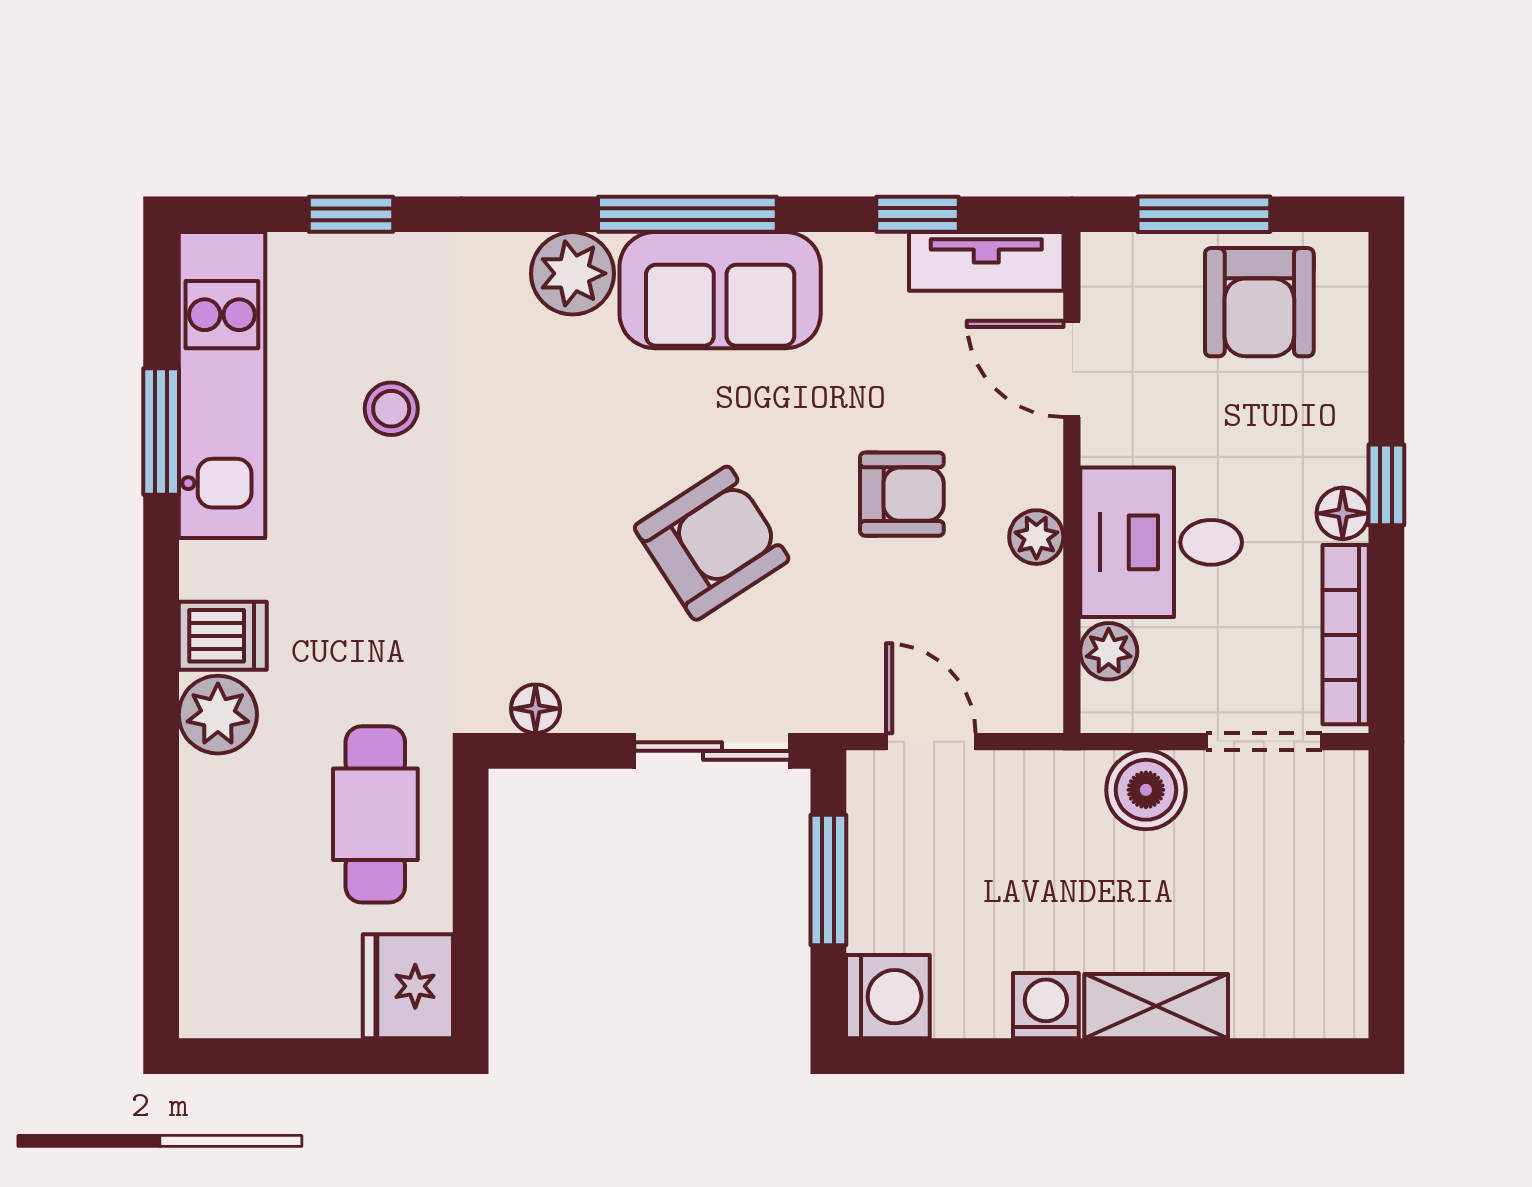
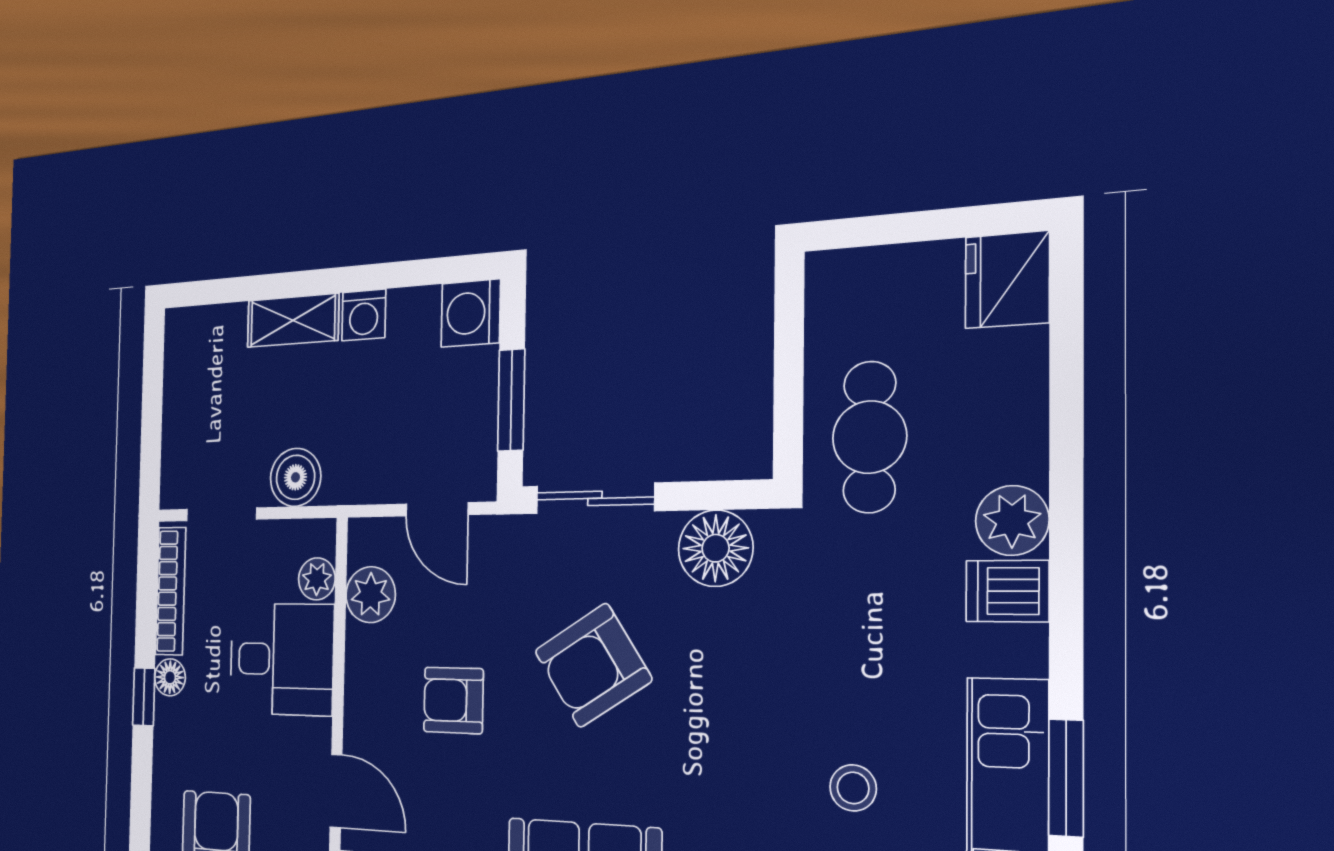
plant: (1036, 537) -> (371, 595), moved, width x1.38, depth x1.38
floor lamp: (536, 709) -> (716, 548), width x1.89, depth x1.89
fridge: (408, 986) -> (1007, 280), moved, turned 180

